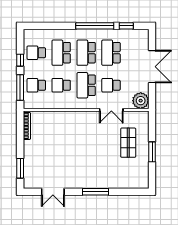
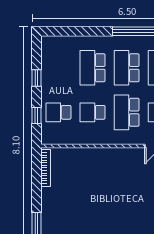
school desk: (36, 53) -> (58, 68), removed
window: (20, 88) -> (36, 115), width x0.46

